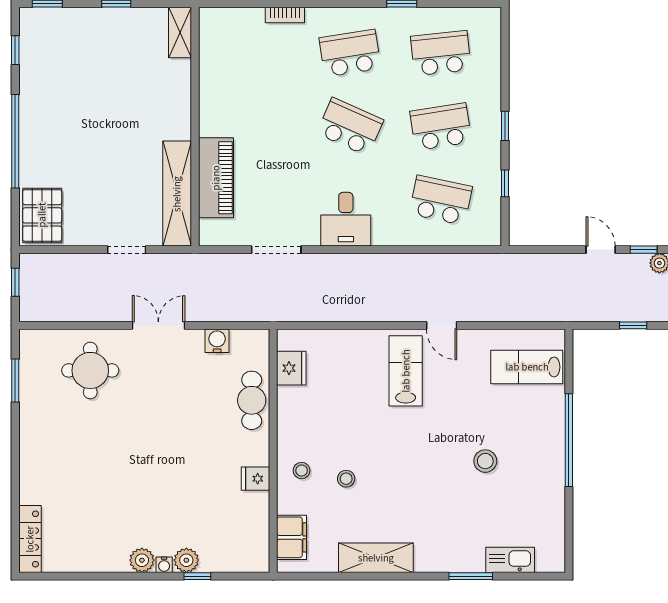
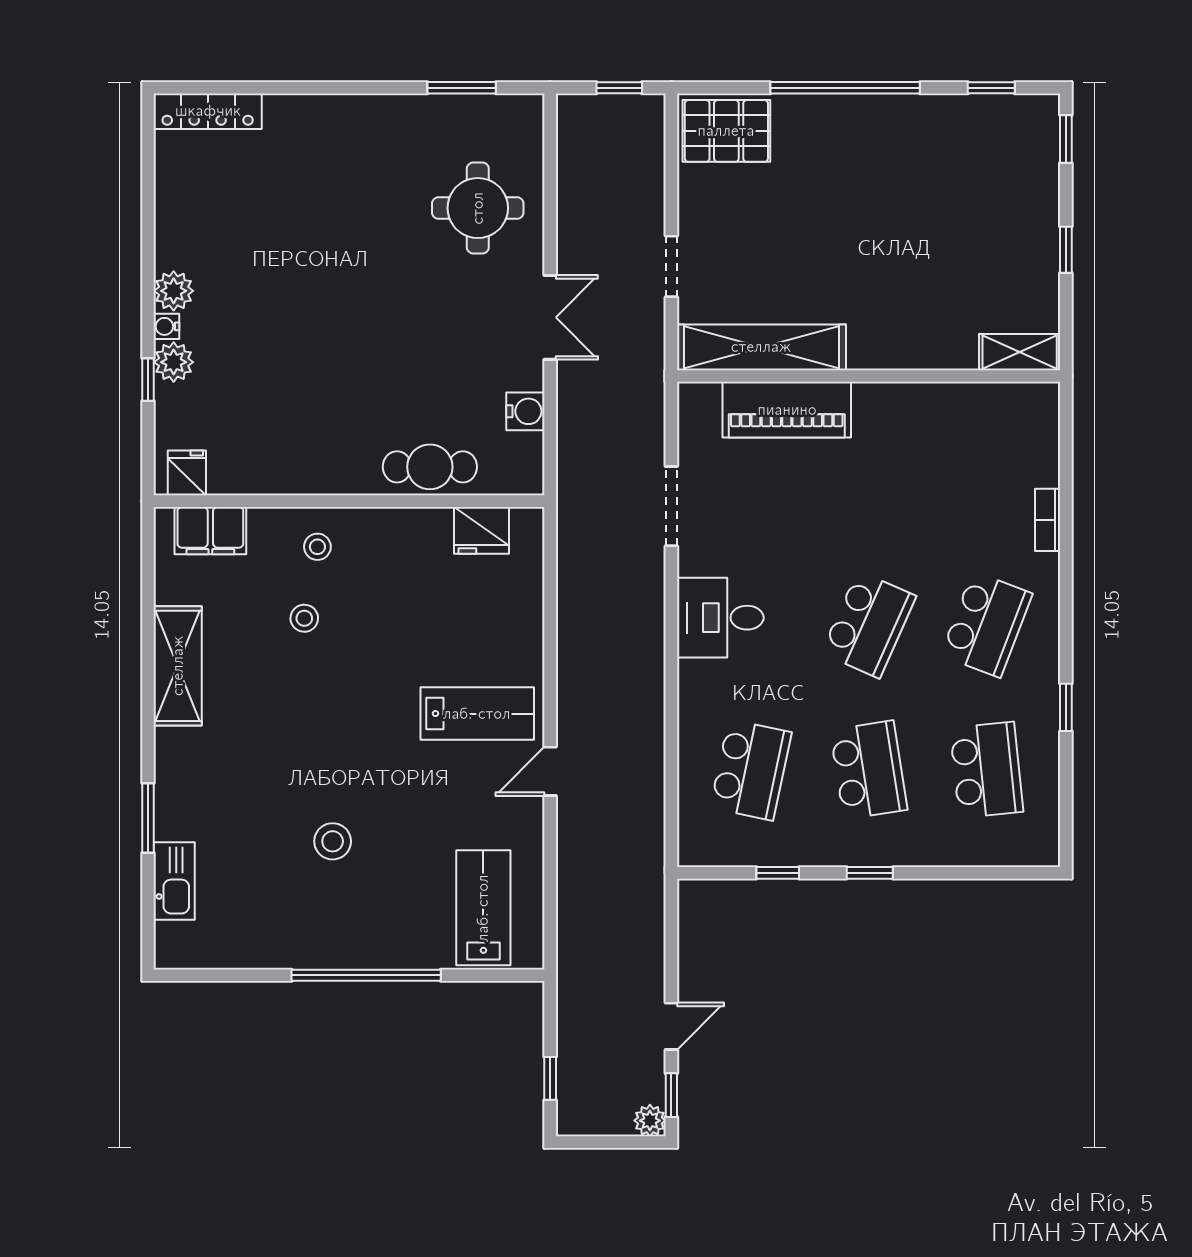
school desk: (350, 53) -> (987, 624), turned 30
fridge: (255, 479) -> (187, 473), moved

